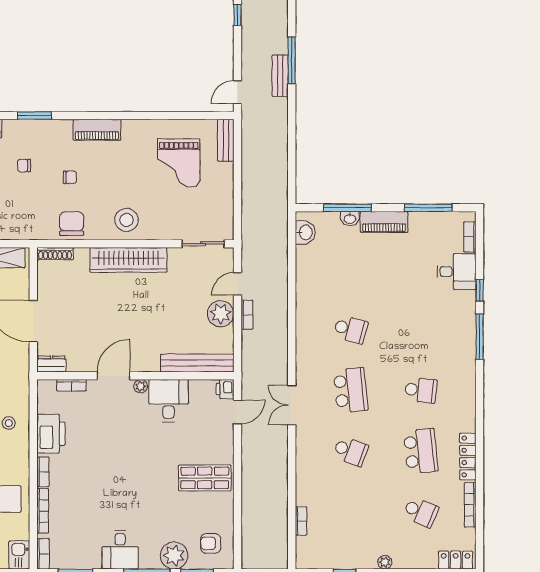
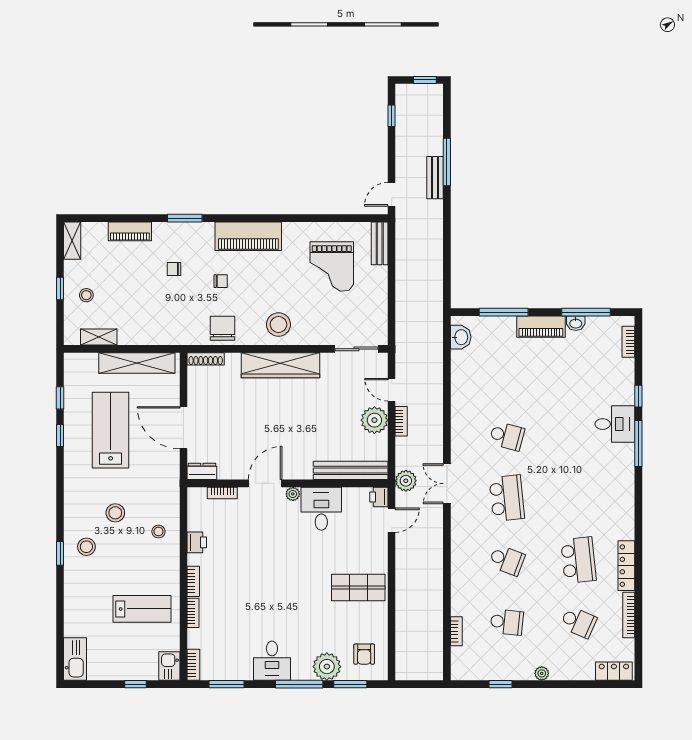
piano: (97, 130) -> (248, 236), width x1.37, depth x1.33
washbasin: (350, 219) -> (576, 323), moved
desk: (457, 272) -> (615, 424), moved
door: (237, 284) -> (392, 390), hinge flipped
plant: (251, 373) -> (406, 481), added
school desk: (421, 390) -> (507, 622), moved
double door: (292, 405) -> (447, 484), moved
printer: (51, 434) -> (197, 542), width x0.53, depth x0.68
bookcase: (43, 511) -> (193, 613), width x0.64
armchair: (211, 543) -> (364, 654), turned -90

